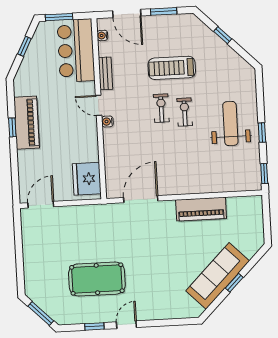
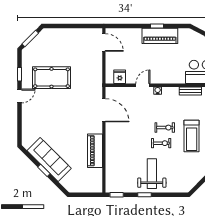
treadmill: (172, 68) -> (192, 136), turned 180
door: (99, 105) -> (143, 85), moved
weight bench: (230, 124) -> (152, 174), turned -90
fridge: (87, 179) -> (120, 77), width x0.53, depth x0.75
pool table: (97, 279) -> (51, 78), turned 90
door: (126, 325) -> (20, 96), hinge flipped

